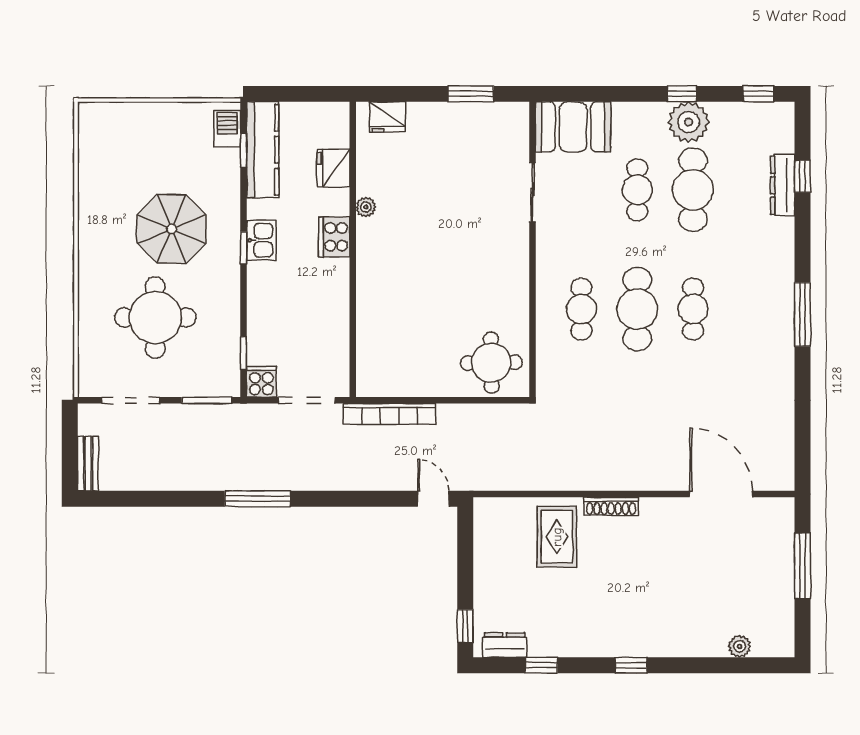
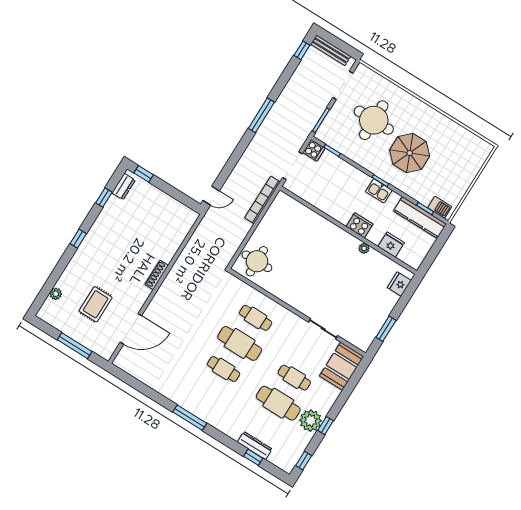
bench: (88, 464) -> (331, 50), width x1.36
window: (116, 499) -> (302, 50), added
rug: (557, 537) -> (96, 304), moved, turned 90

